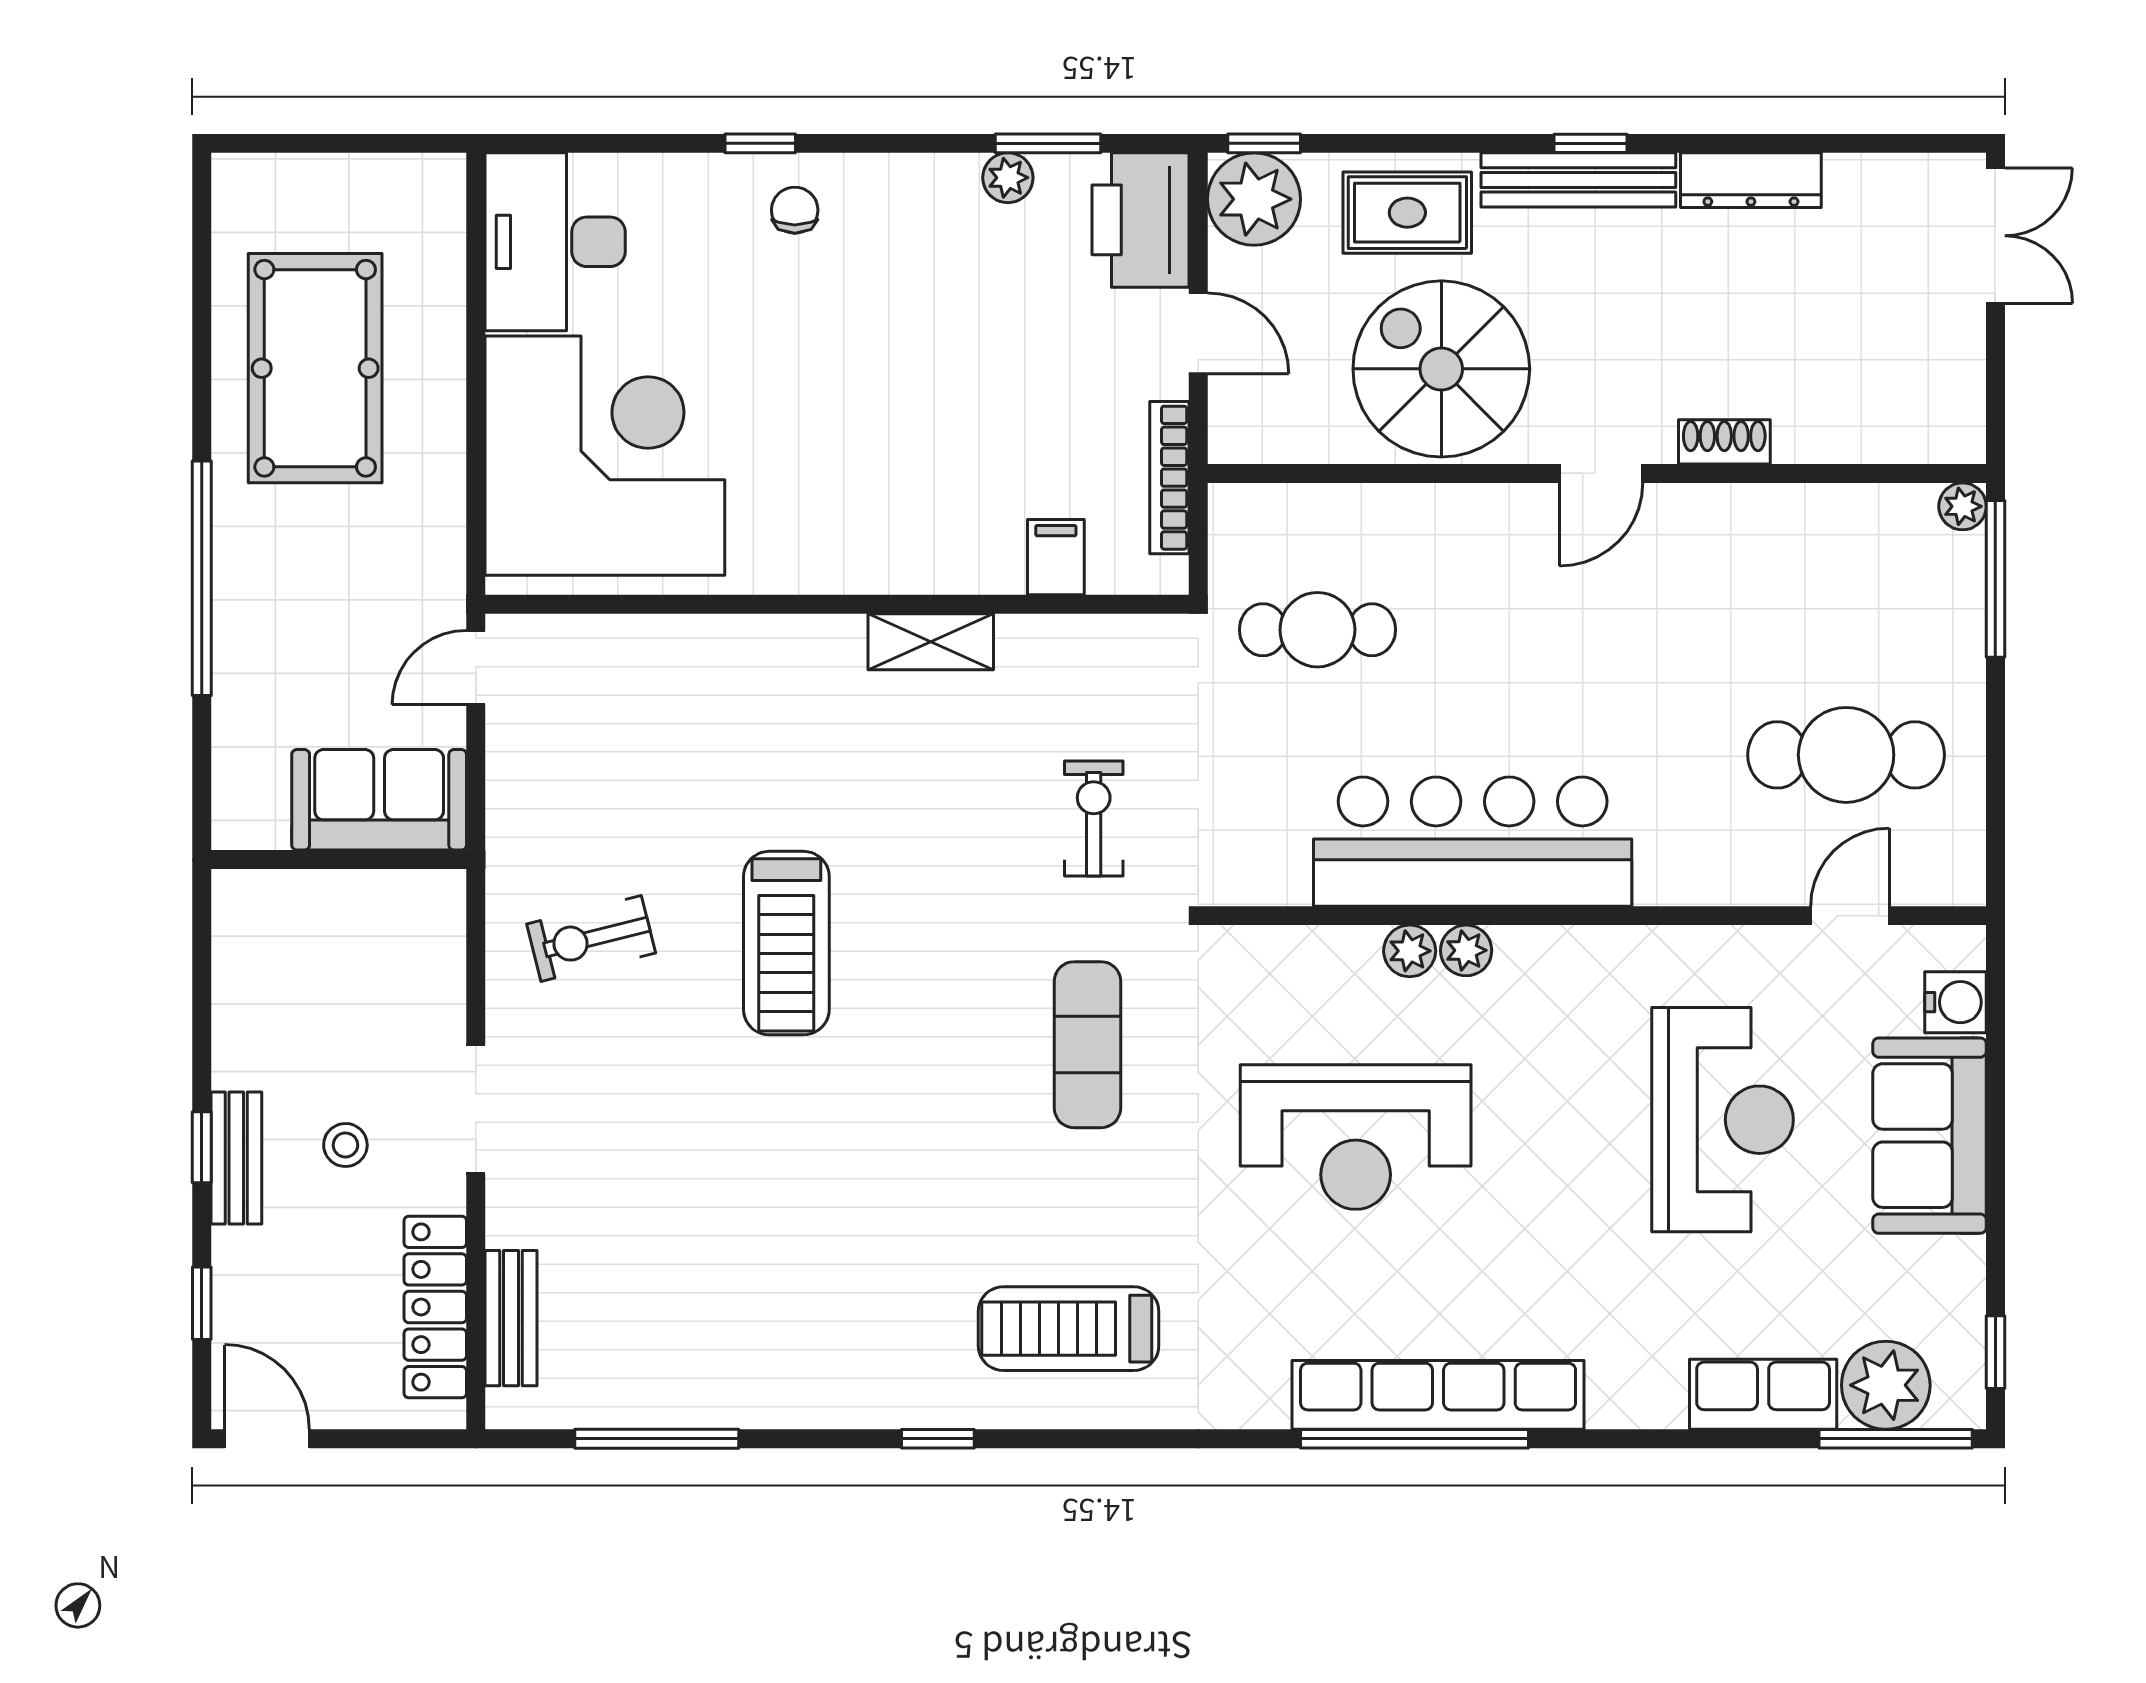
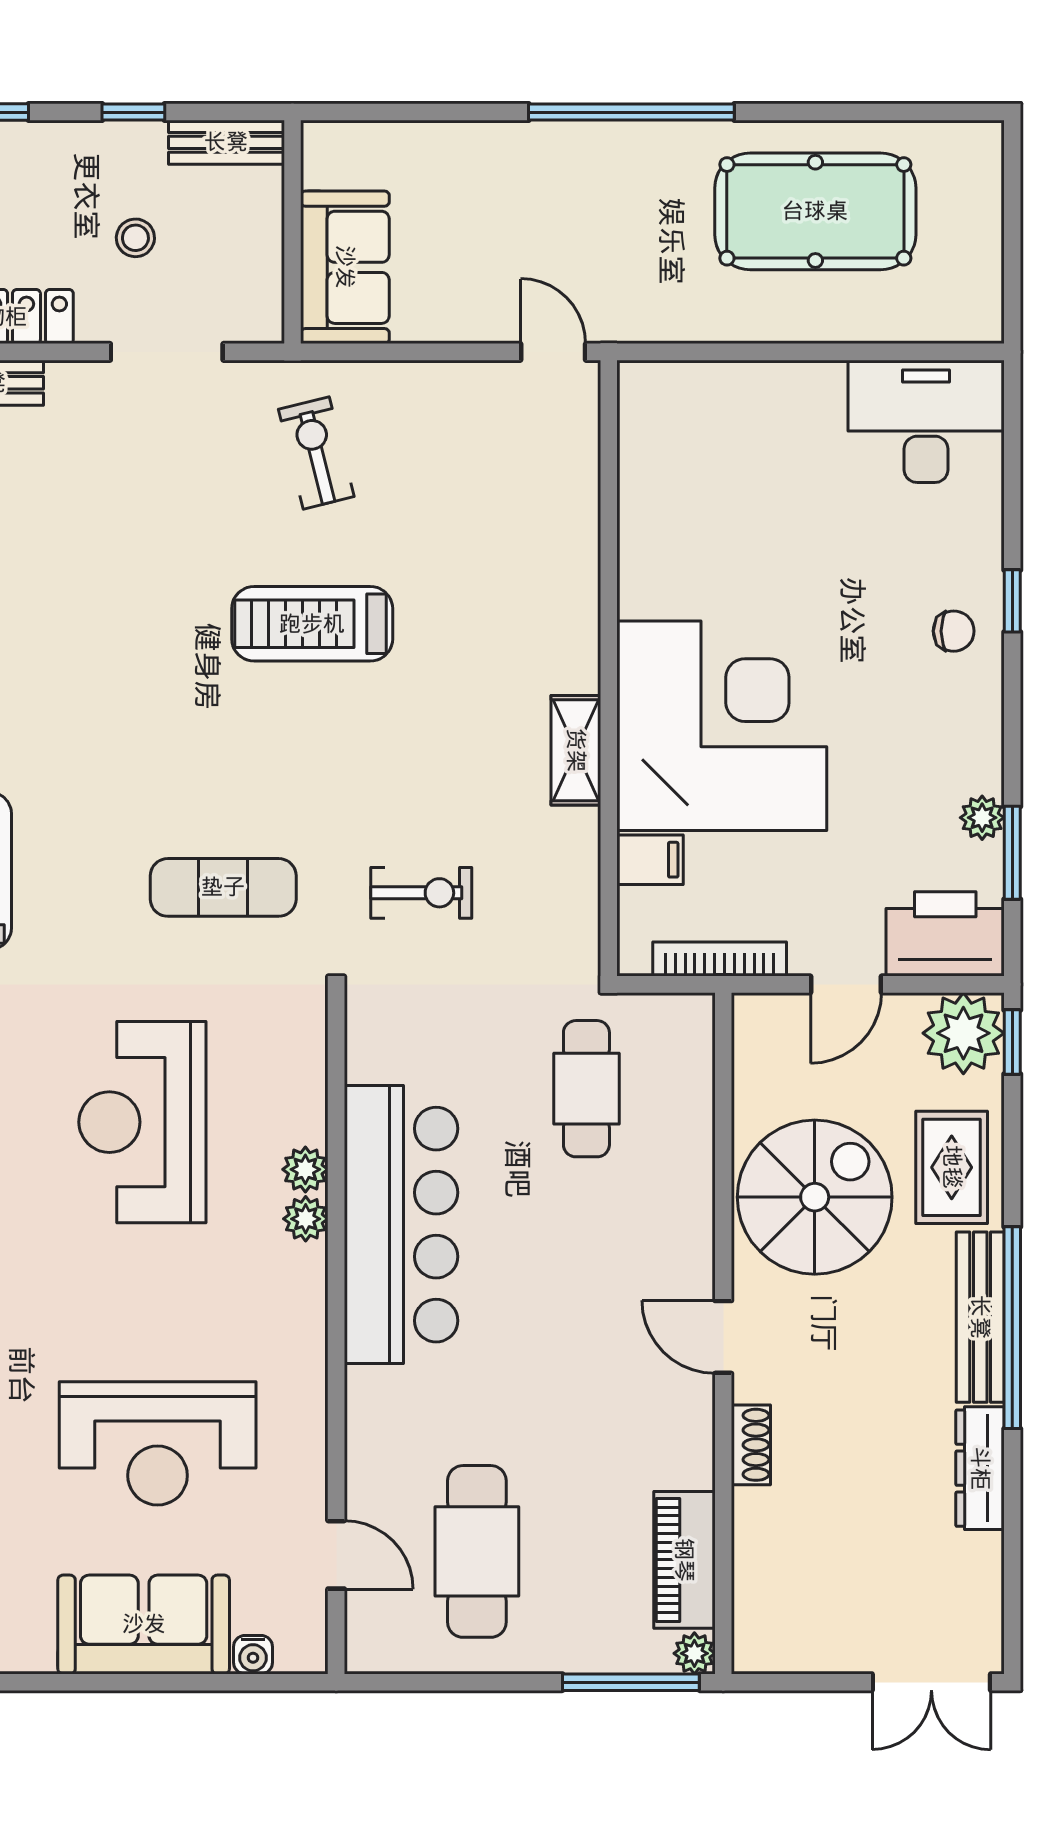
window: (1590, 143) -> (1012, 1328), width x3.17
corner desk: (605, 456) -> (722, 726), moved, turned -90
piano: (1856, 518) -> (684, 1560), added
sofa: (379, 800) -> (345, 267), moved
wall: (339, 860) -> (293, 232), moved
water cooler: (1955, 1002) -> (253, 1655), width x0.72, depth x0.72
bench: (236, 1158) -> (226, 142), moved

